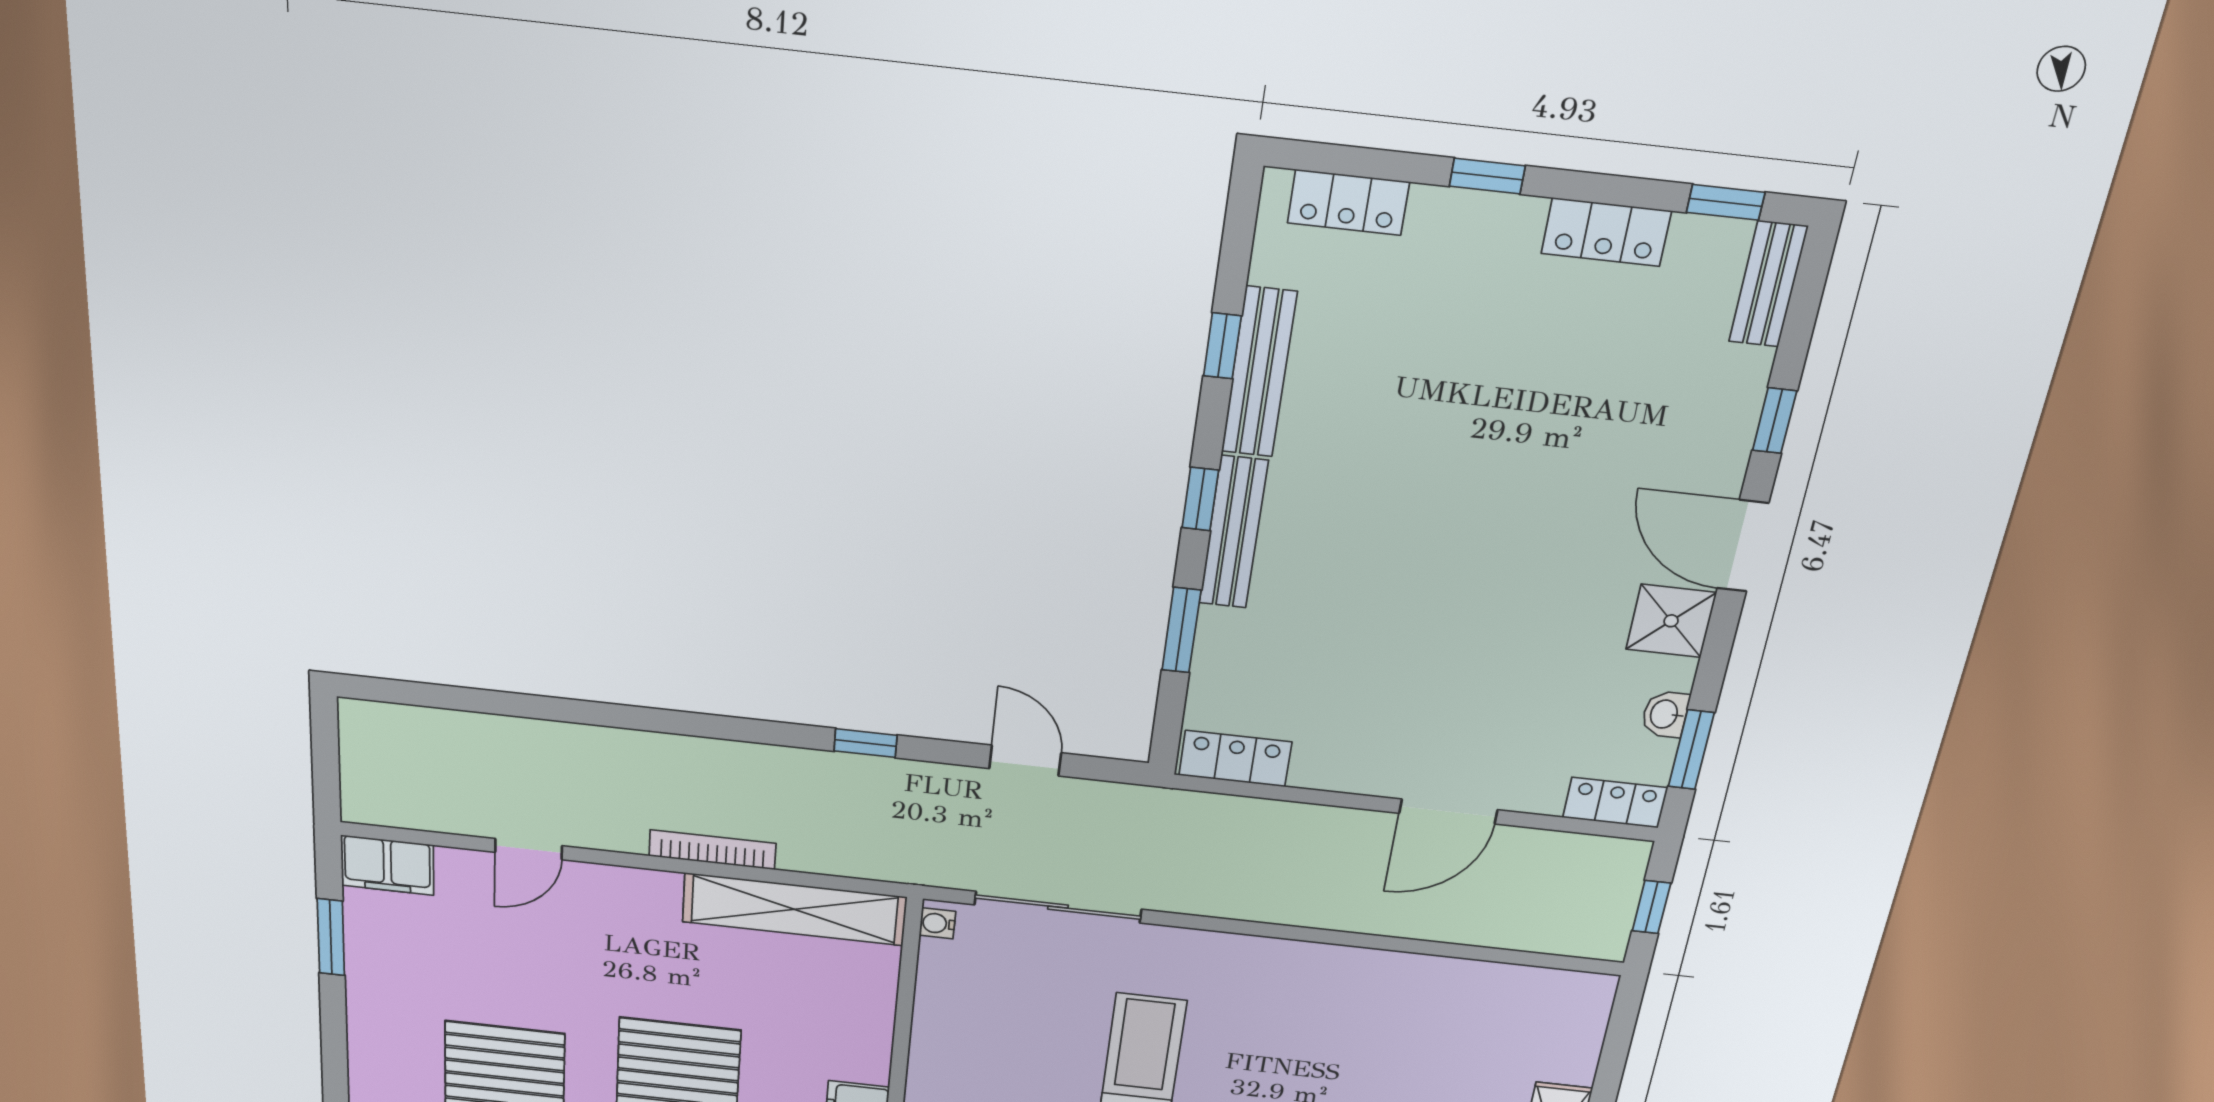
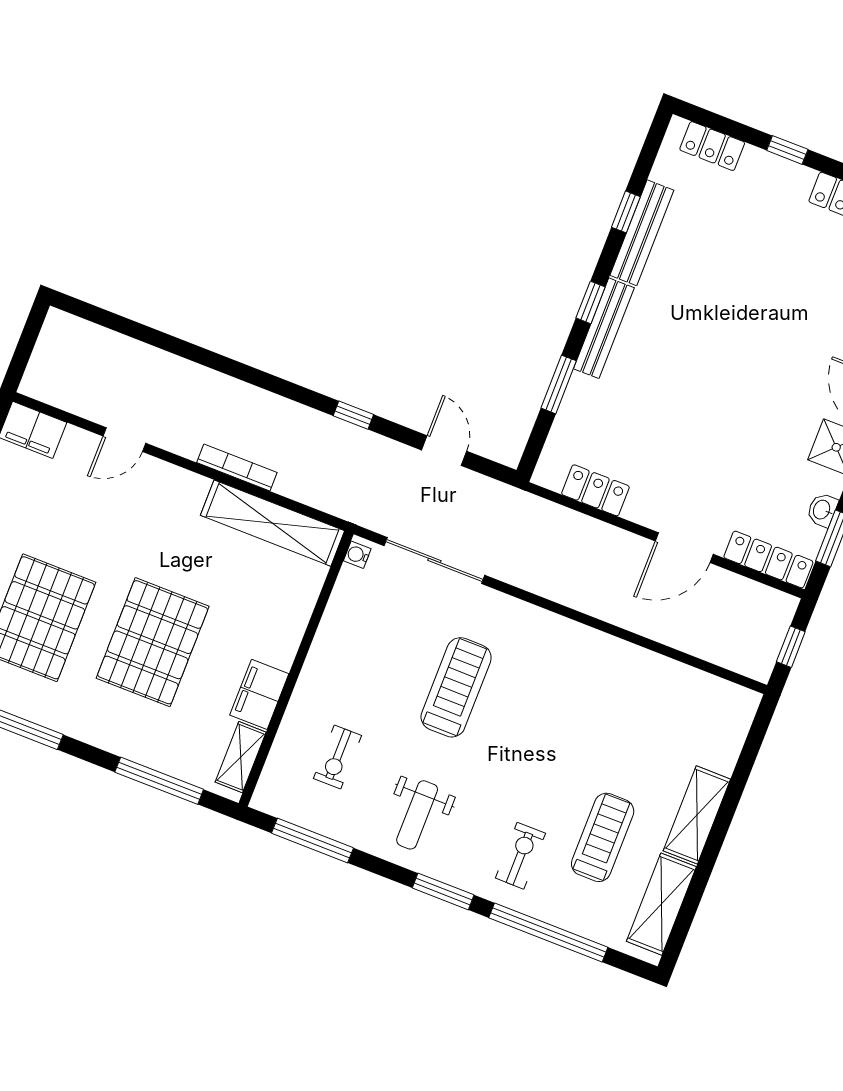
locker: (1235, 759) -> (595, 490), moved
locker: (1615, 803) -> (768, 559), width x1.53

